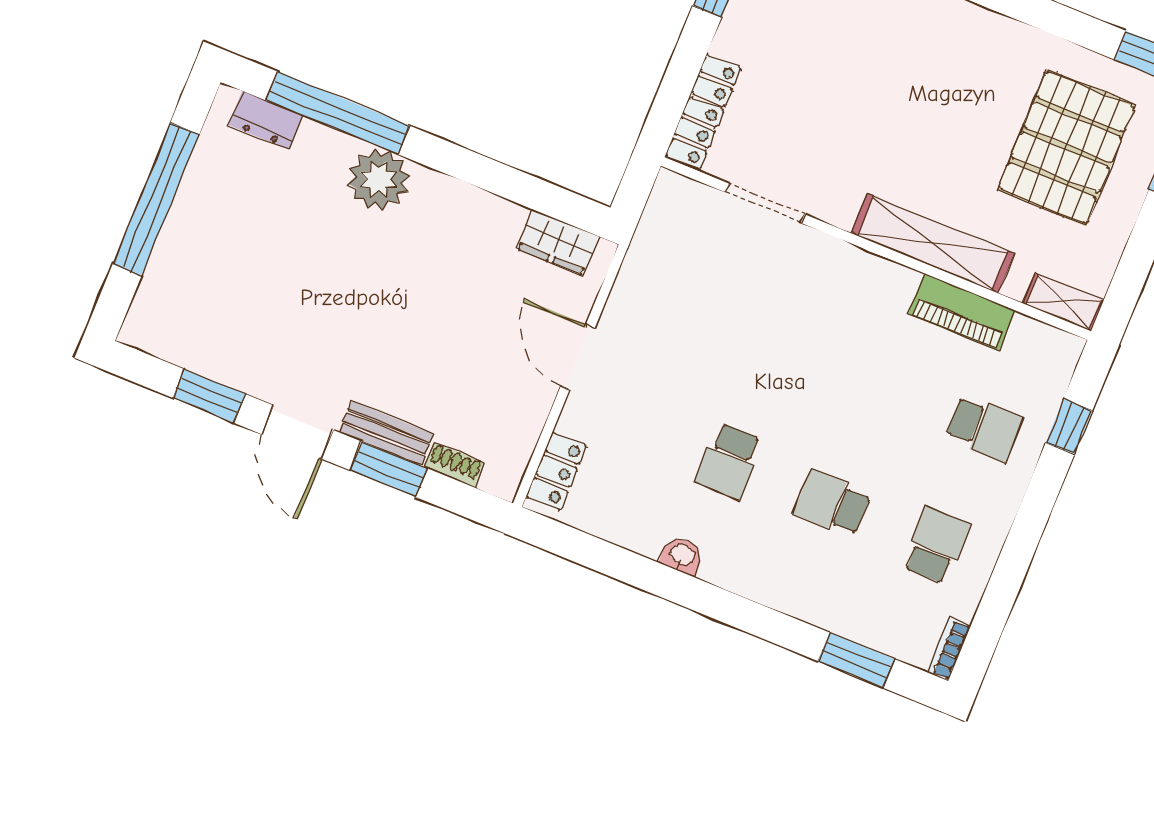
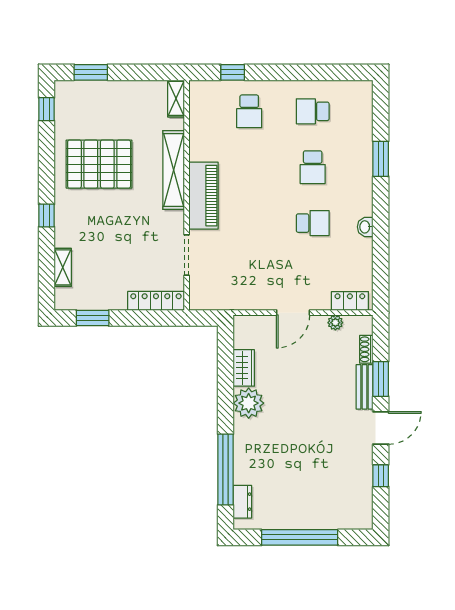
pallet: (1066, 147) -> (99, 164), moved
plant: (379, 179) -> (249, 403), moved
wardrobe: (558, 242) -> (244, 368), moved
piano: (962, 312) -> (204, 196), moved, width x1.37, depth x1.33
window: (209, 396) -> (381, 476), width x0.67
plant: (527, 428) -> (335, 323), added
school desk: (984, 428) -> (249, 111), turned 180
bookcase: (949, 649) -> (358, 86), removed
window: (856, 660) -> (381, 159), moved

